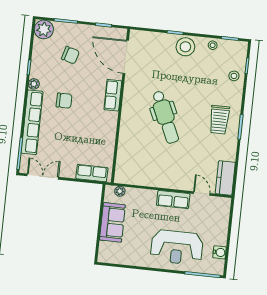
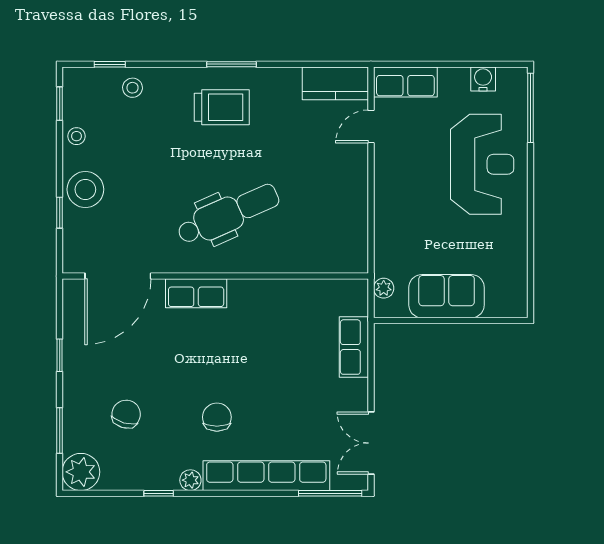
door: (126, 57) -> (118, 276), moved
row of seats: (113, 95) -> (196, 293), moved
wall: (120, 106) -> (215, 276), moved
row of seats: (173, 200) -> (405, 82), moved, turned 90

